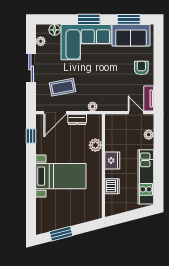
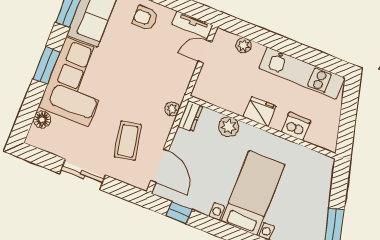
plant: (41, 41) -> (50, 146), removed
dresser: (77, 119) -> (190, 116), moved

